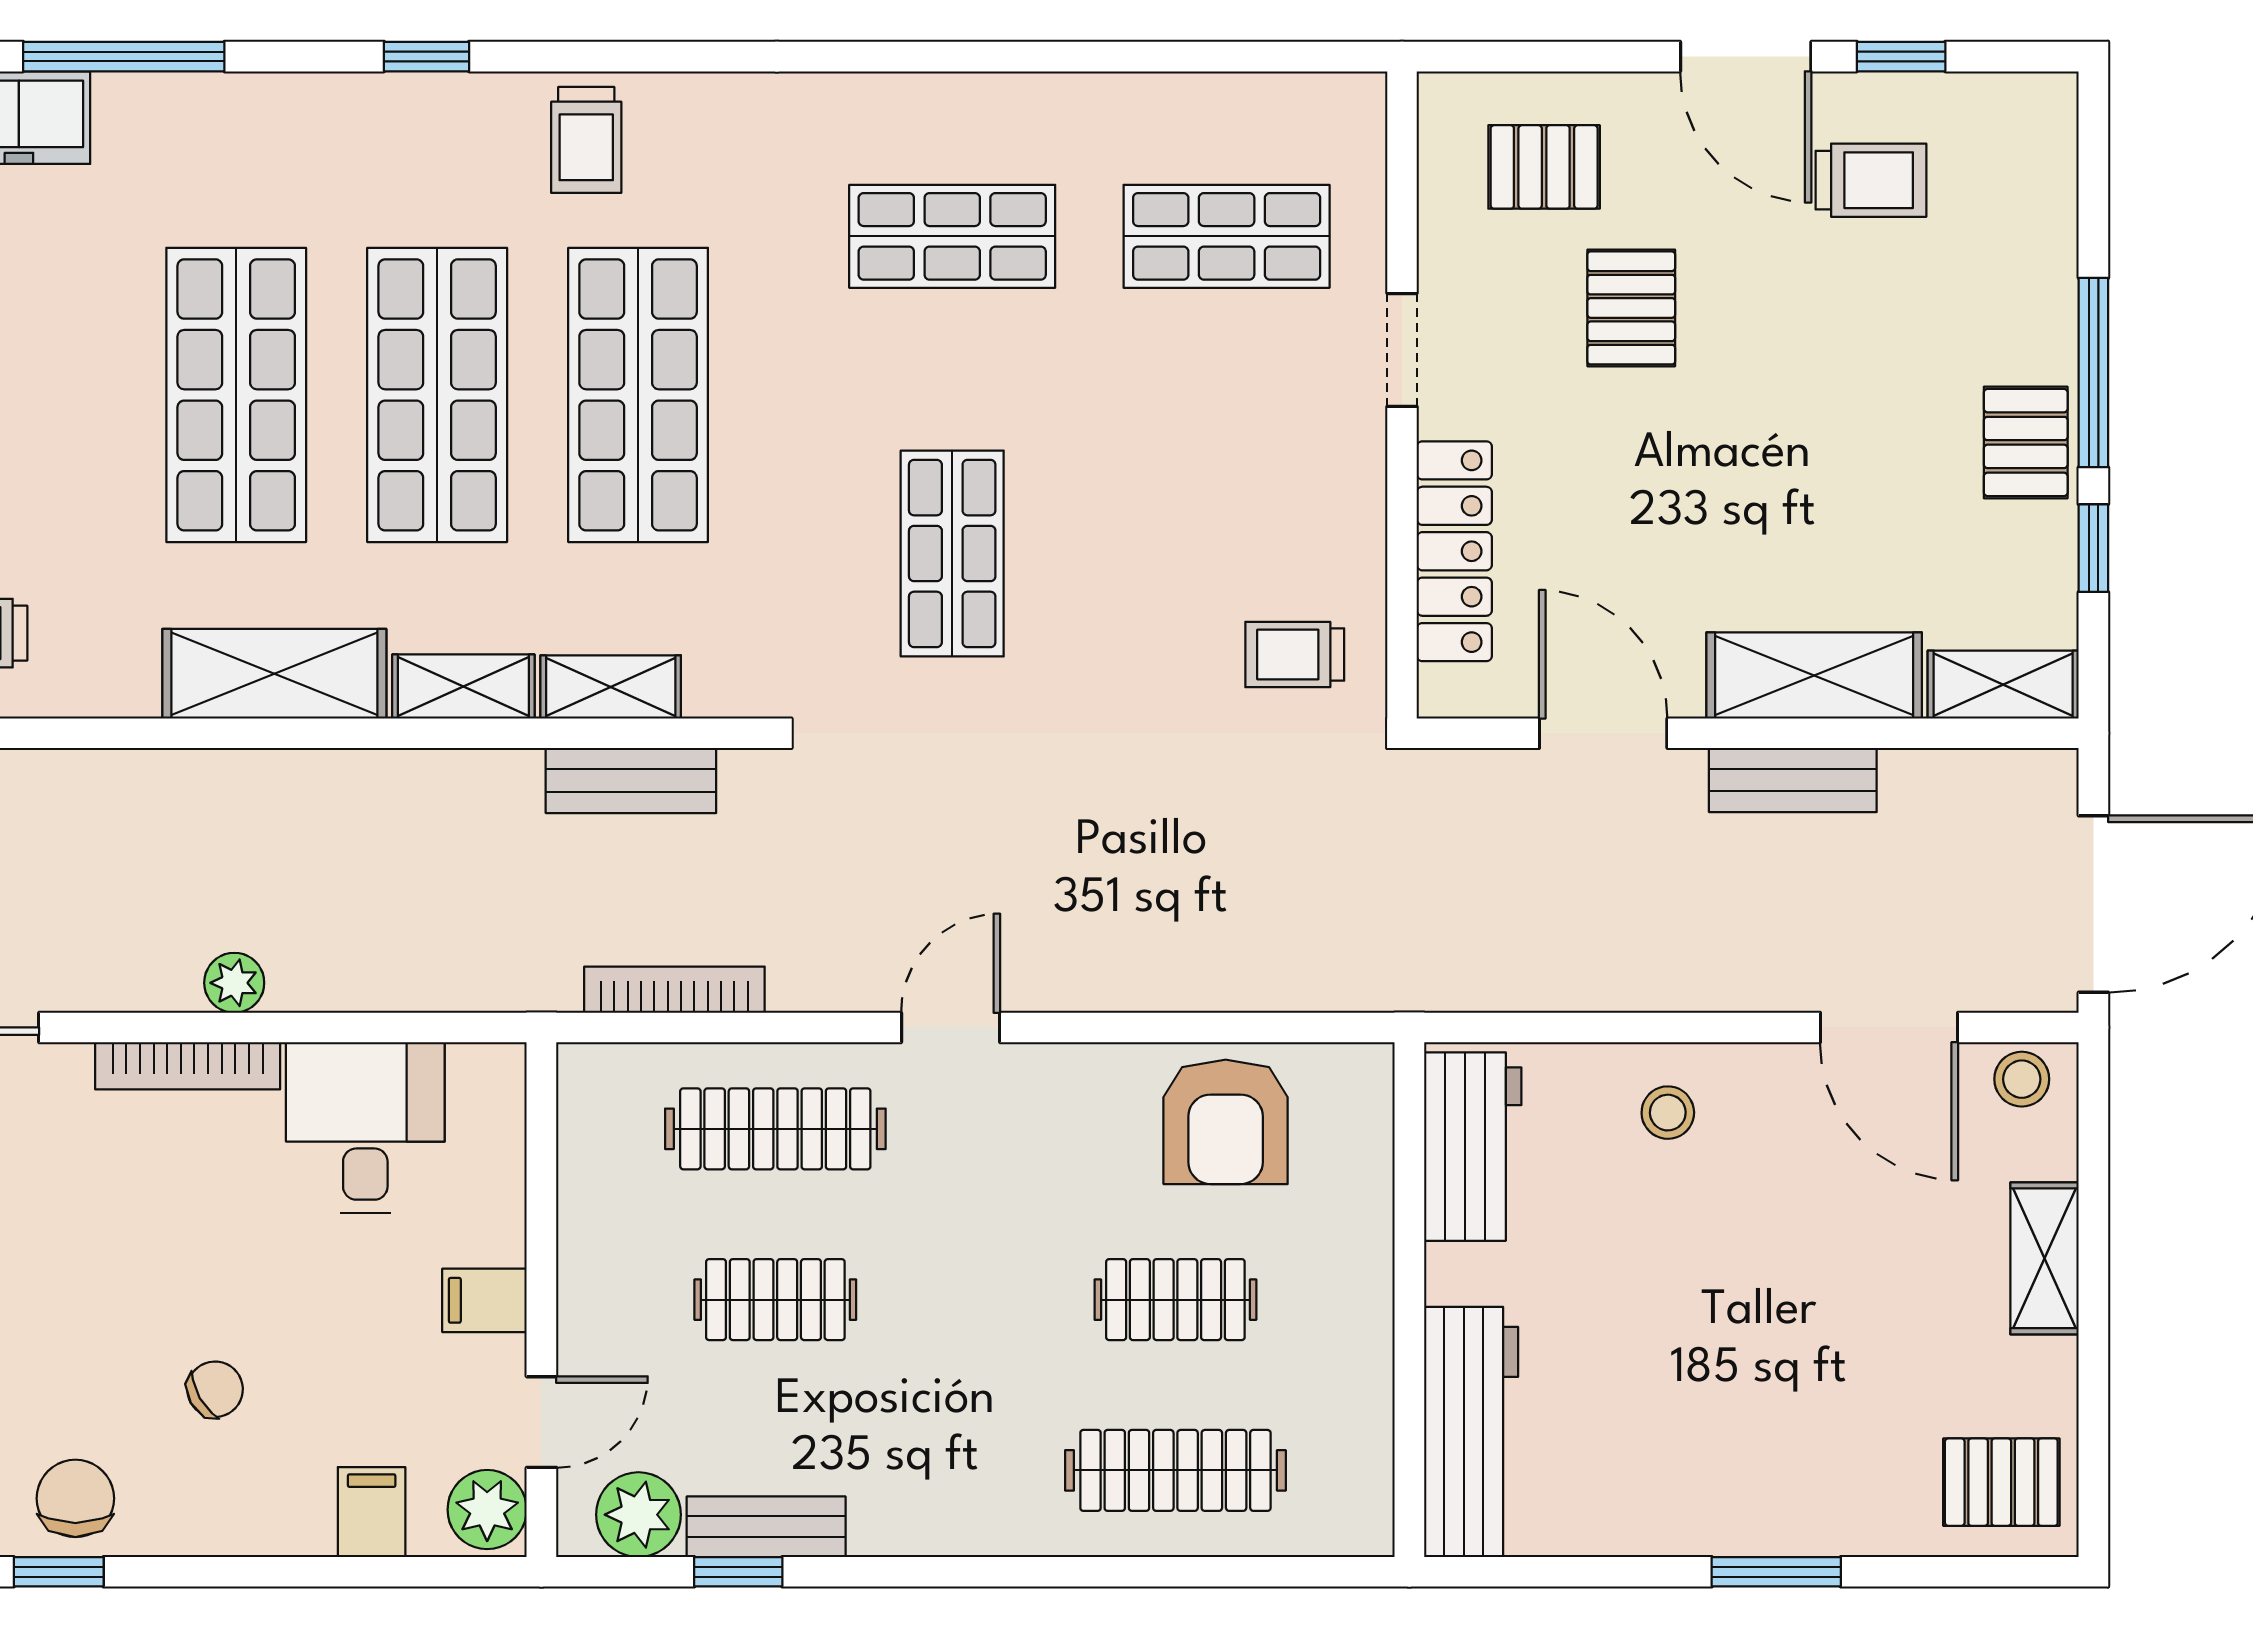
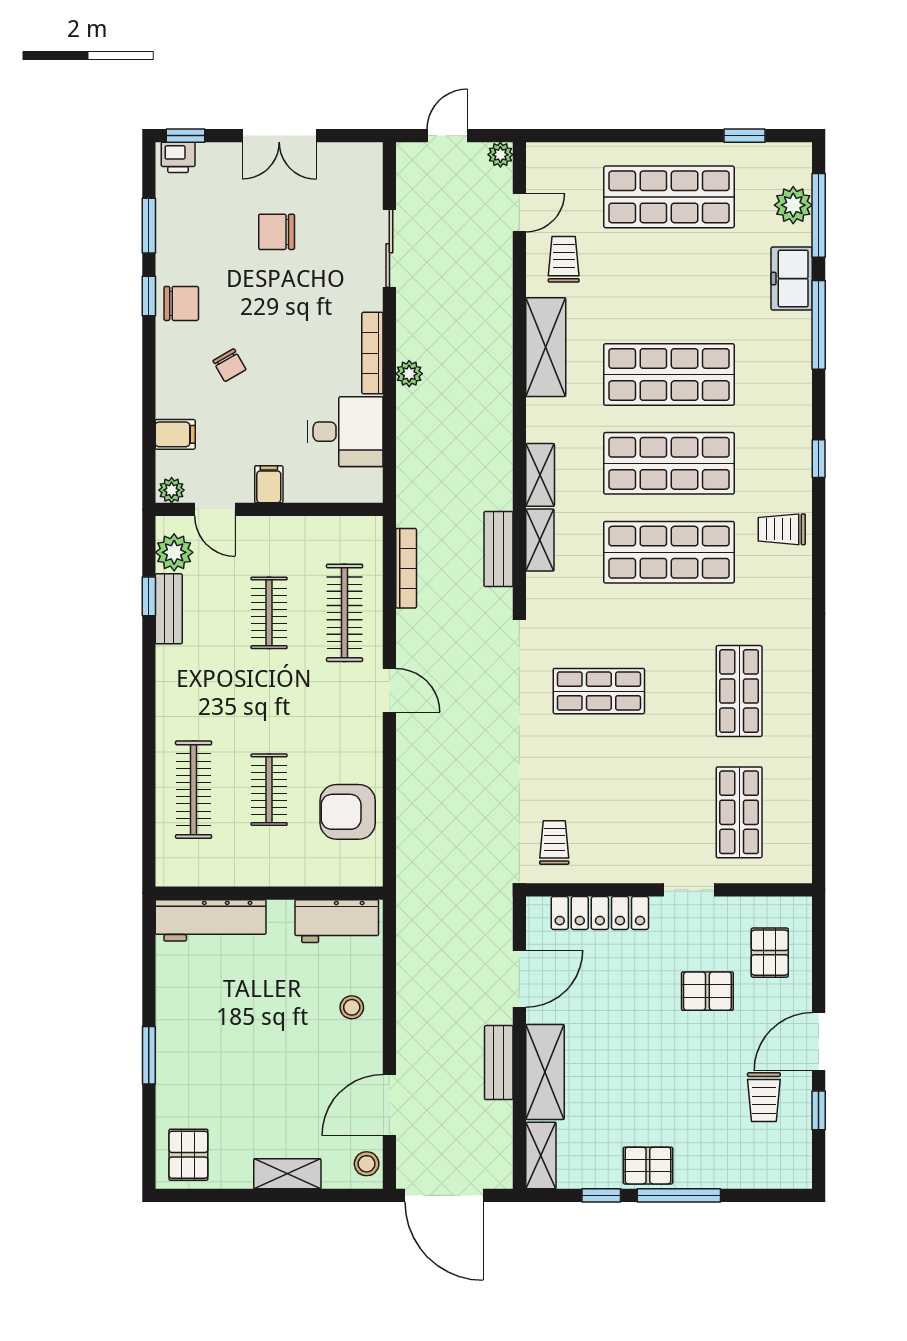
shelving: (274, 674) -> (546, 347), moved
plant: (487, 1510) -> (172, 490), width x0.73, depth x0.73

